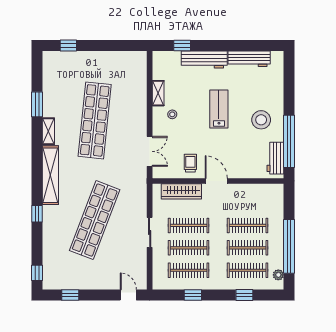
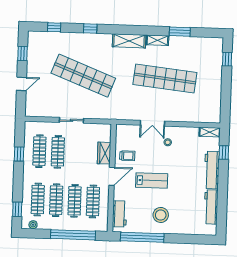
shelving: (158, 93) -> (210, 132), moved
lab bench: (219, 109) -> (152, 180), moved
double door: (150, 151) -> (152, 123), moved
workbench: (275, 158) -> (120, 214), moved, turned 90
shelving: (50, 175) -> (129, 41), width x0.68
wardrobe: (181, 191) -> (104, 153), width x0.67
clothes rail: (189, 225) -> (93, 201), moved
window: (289, 246) -> (73, 235), moved
window: (37, 273) -> (54, 27), moved
door: (128, 295) -> (22, 84), moved
window: (244, 295) -> (17, 209), moved

